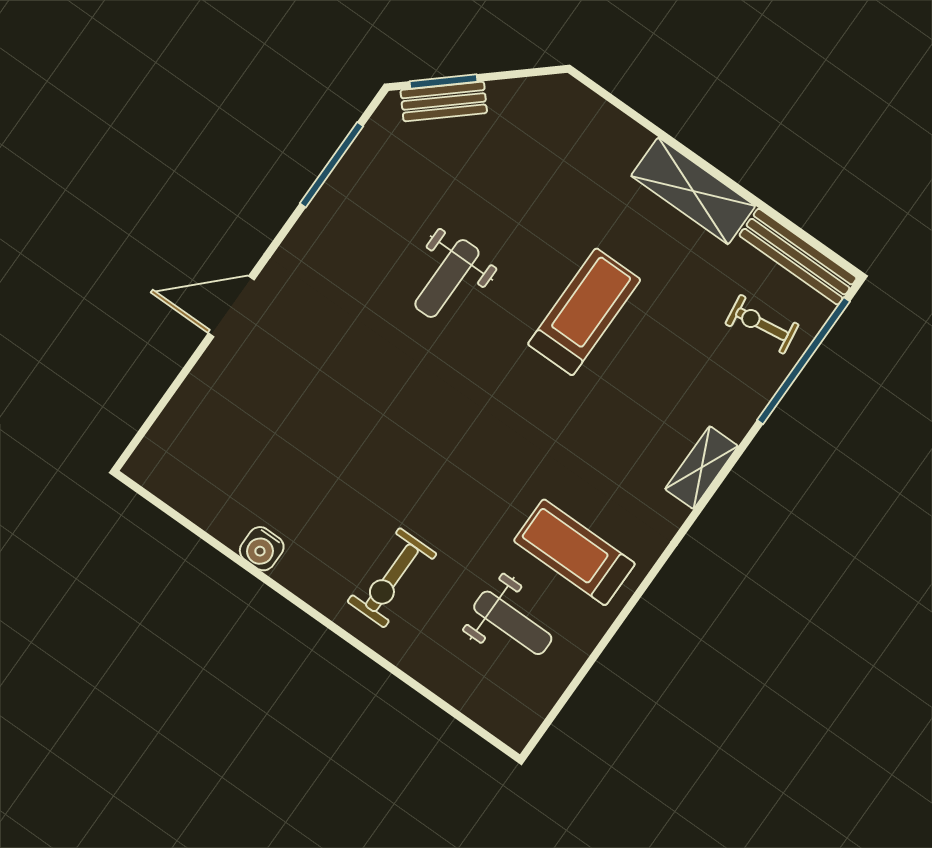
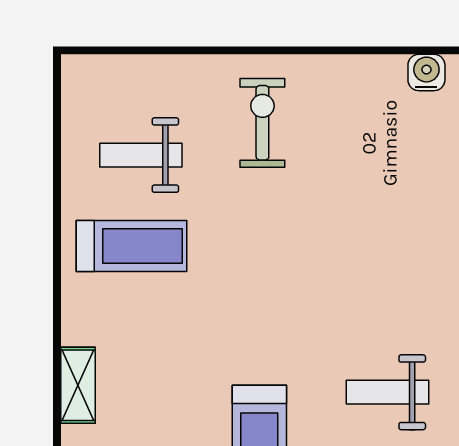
weight bench: (447, 279) -> (388, 392), turned -90
water cooler: (262, 549) -> (426, 73), moved

